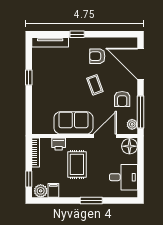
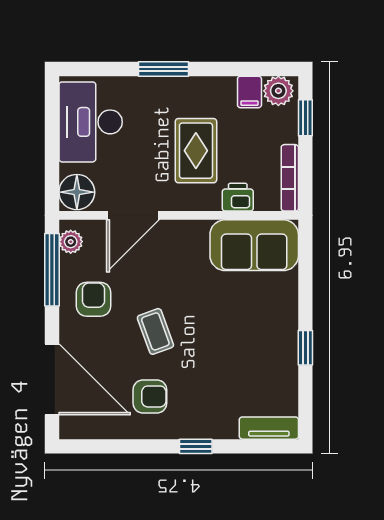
tv unit: (50, 42) -> (269, 428), width x0.71
sofa: (73, 123) -> (254, 245), moved
desk: (123, 177) -> (91, 122), width x1.37

